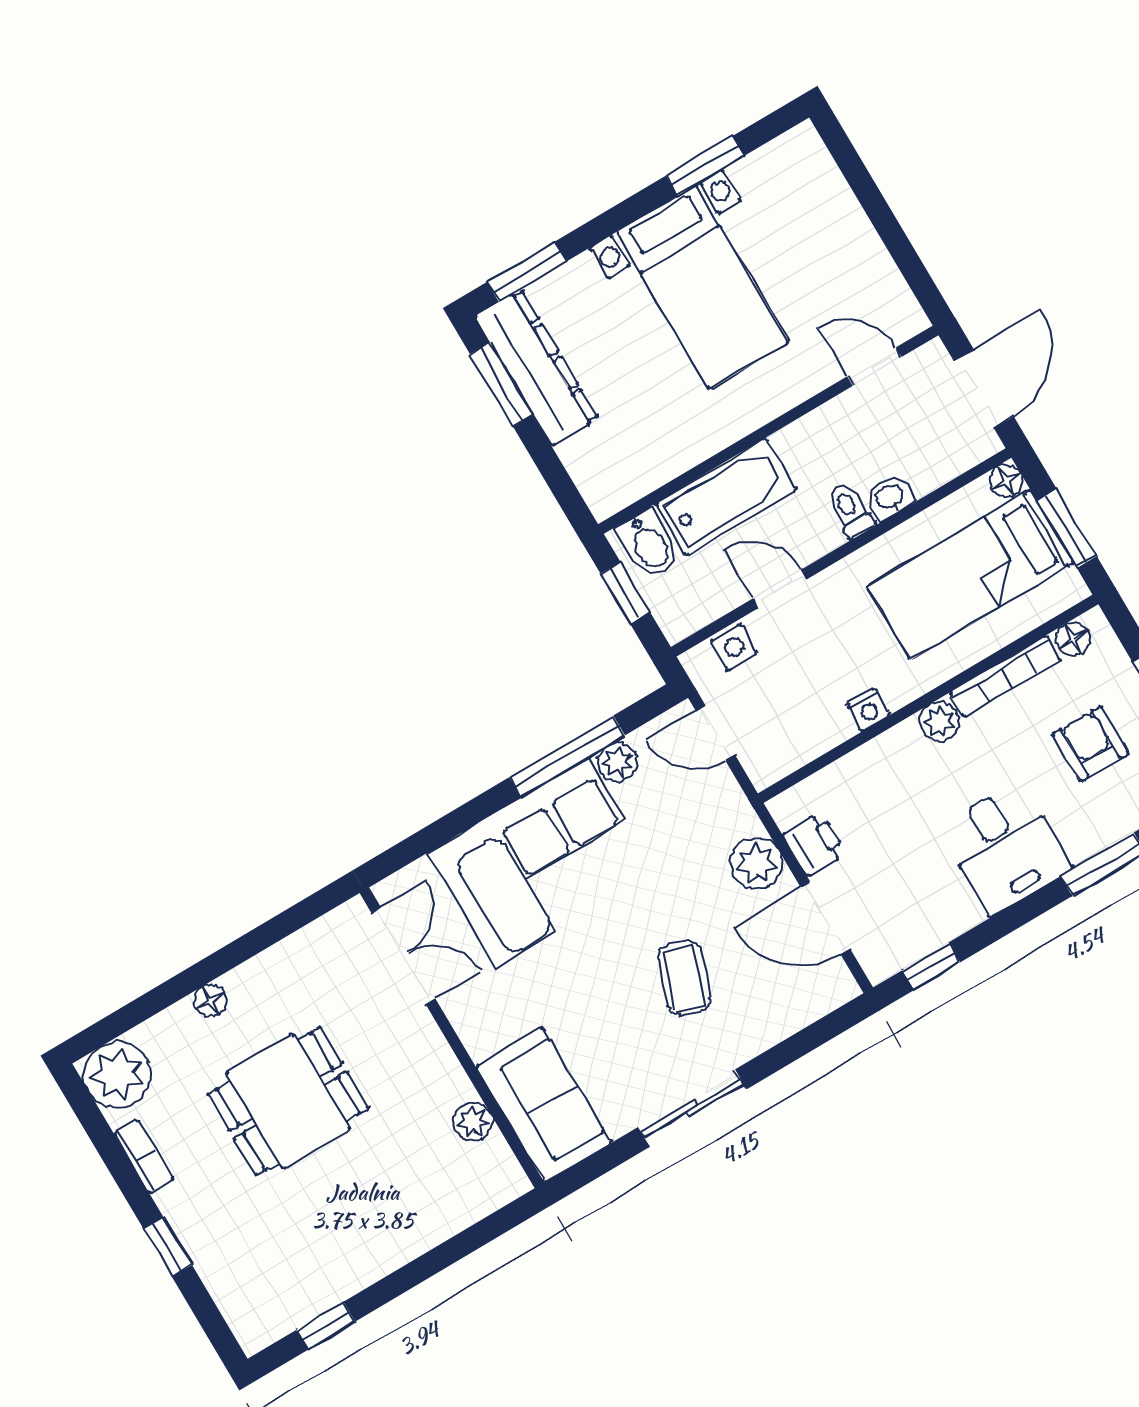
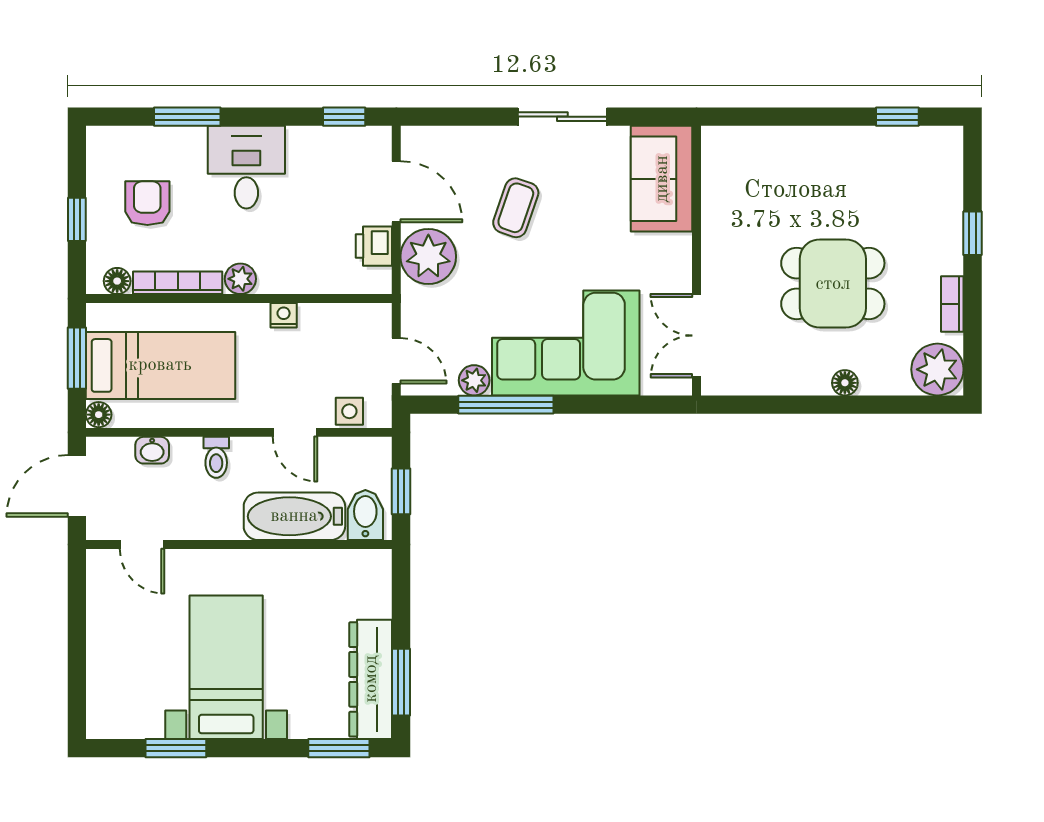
washbasin: (890, 497) -> (152, 450), moved
armchair: (1090, 744) -> (147, 203), turned 180
plant: (756, 863) -> (428, 256), width x1.36, depth x1.36
plant: (473, 1122) -> (716, 196), removed

